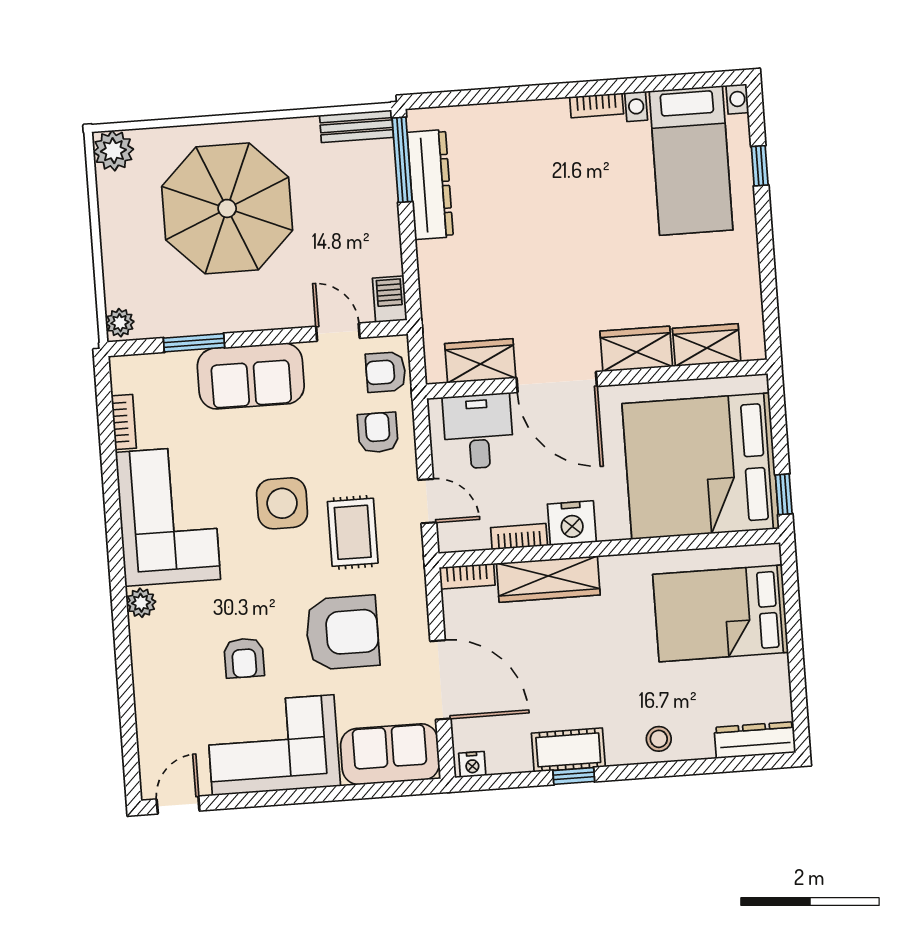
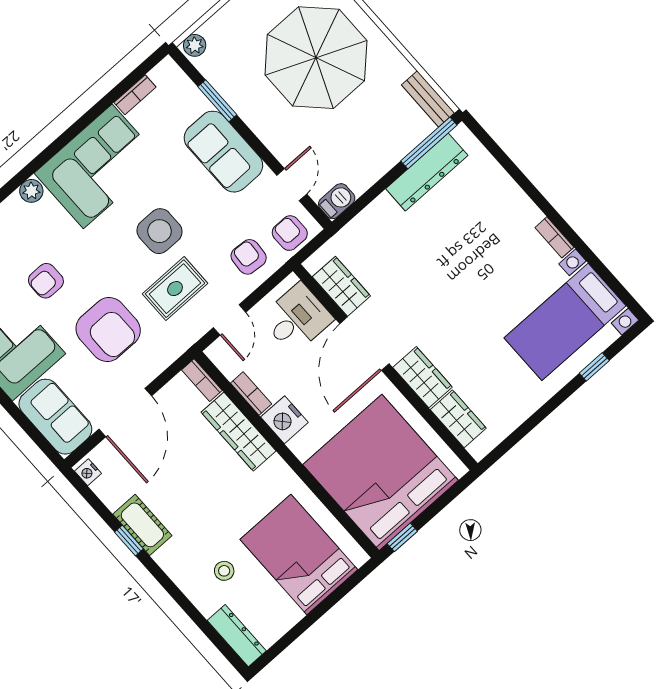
armchair: (378, 433) -> (249, 257), turned -86
stool: (659, 739) -> (224, 571), moved

